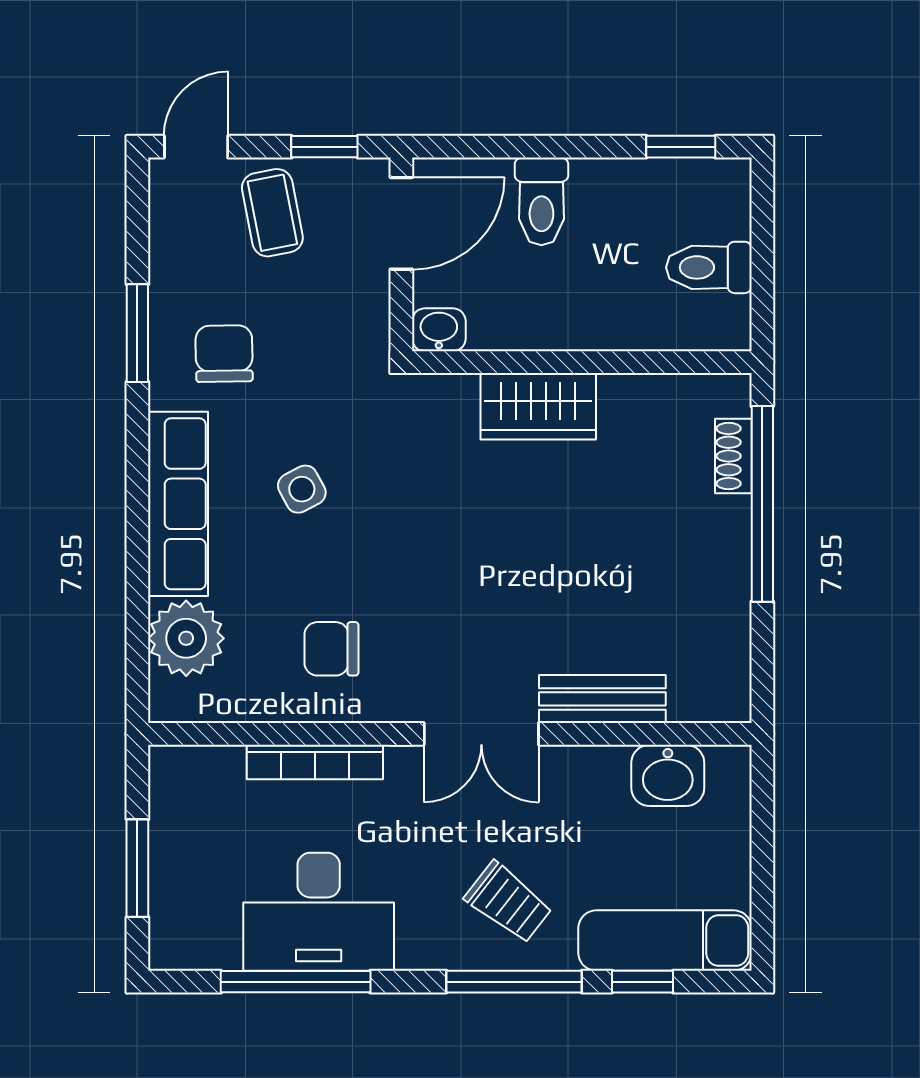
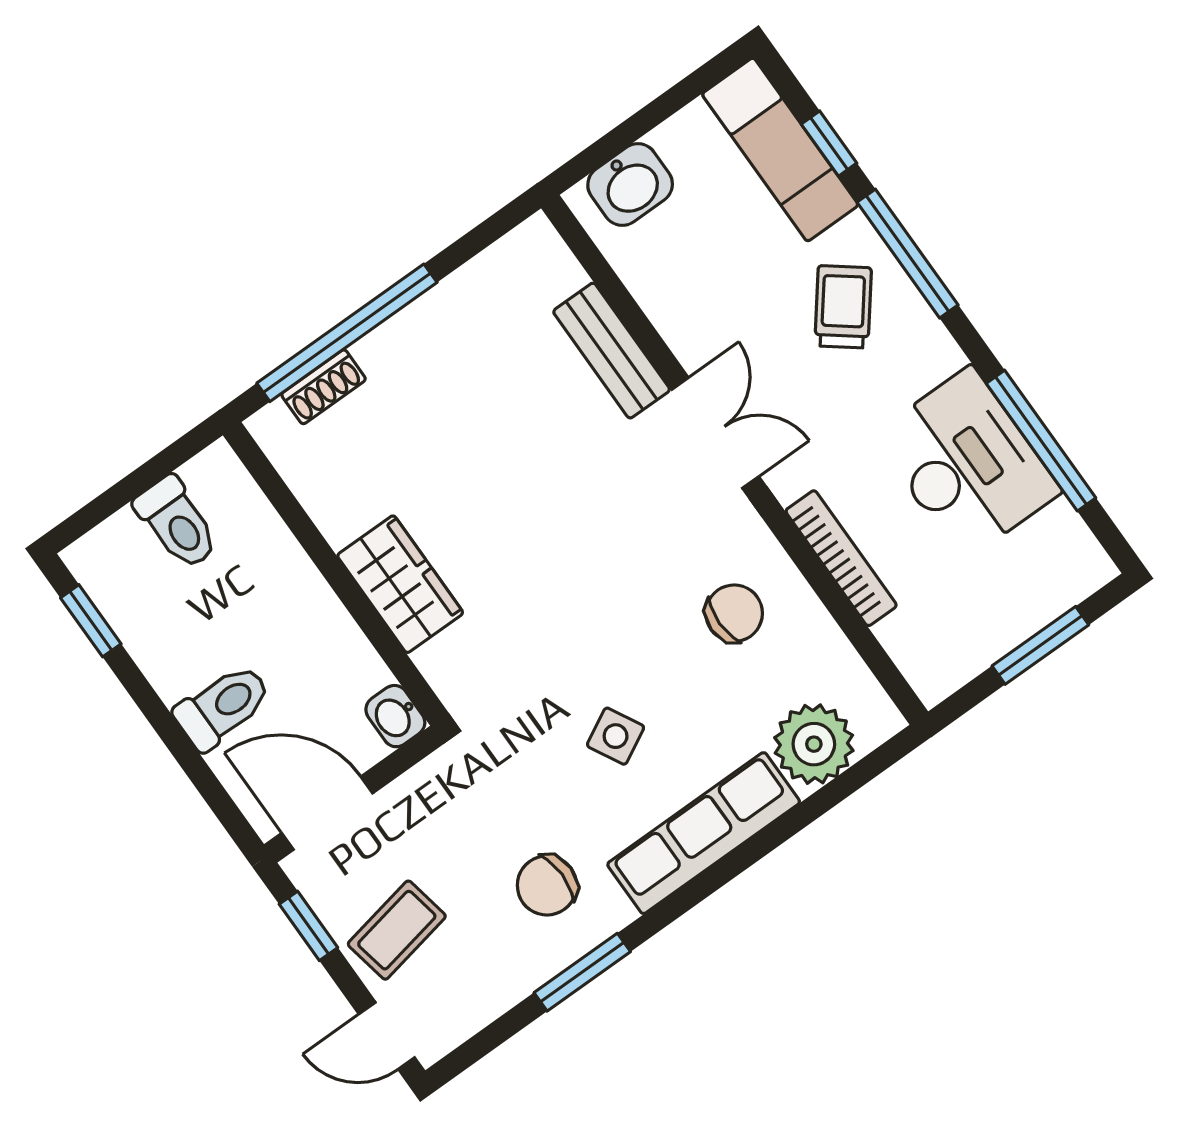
chair: (331, 649) -> (734, 613), turned -90
washbasin: (668, 775) -> (630, 185), moved, turned 90

